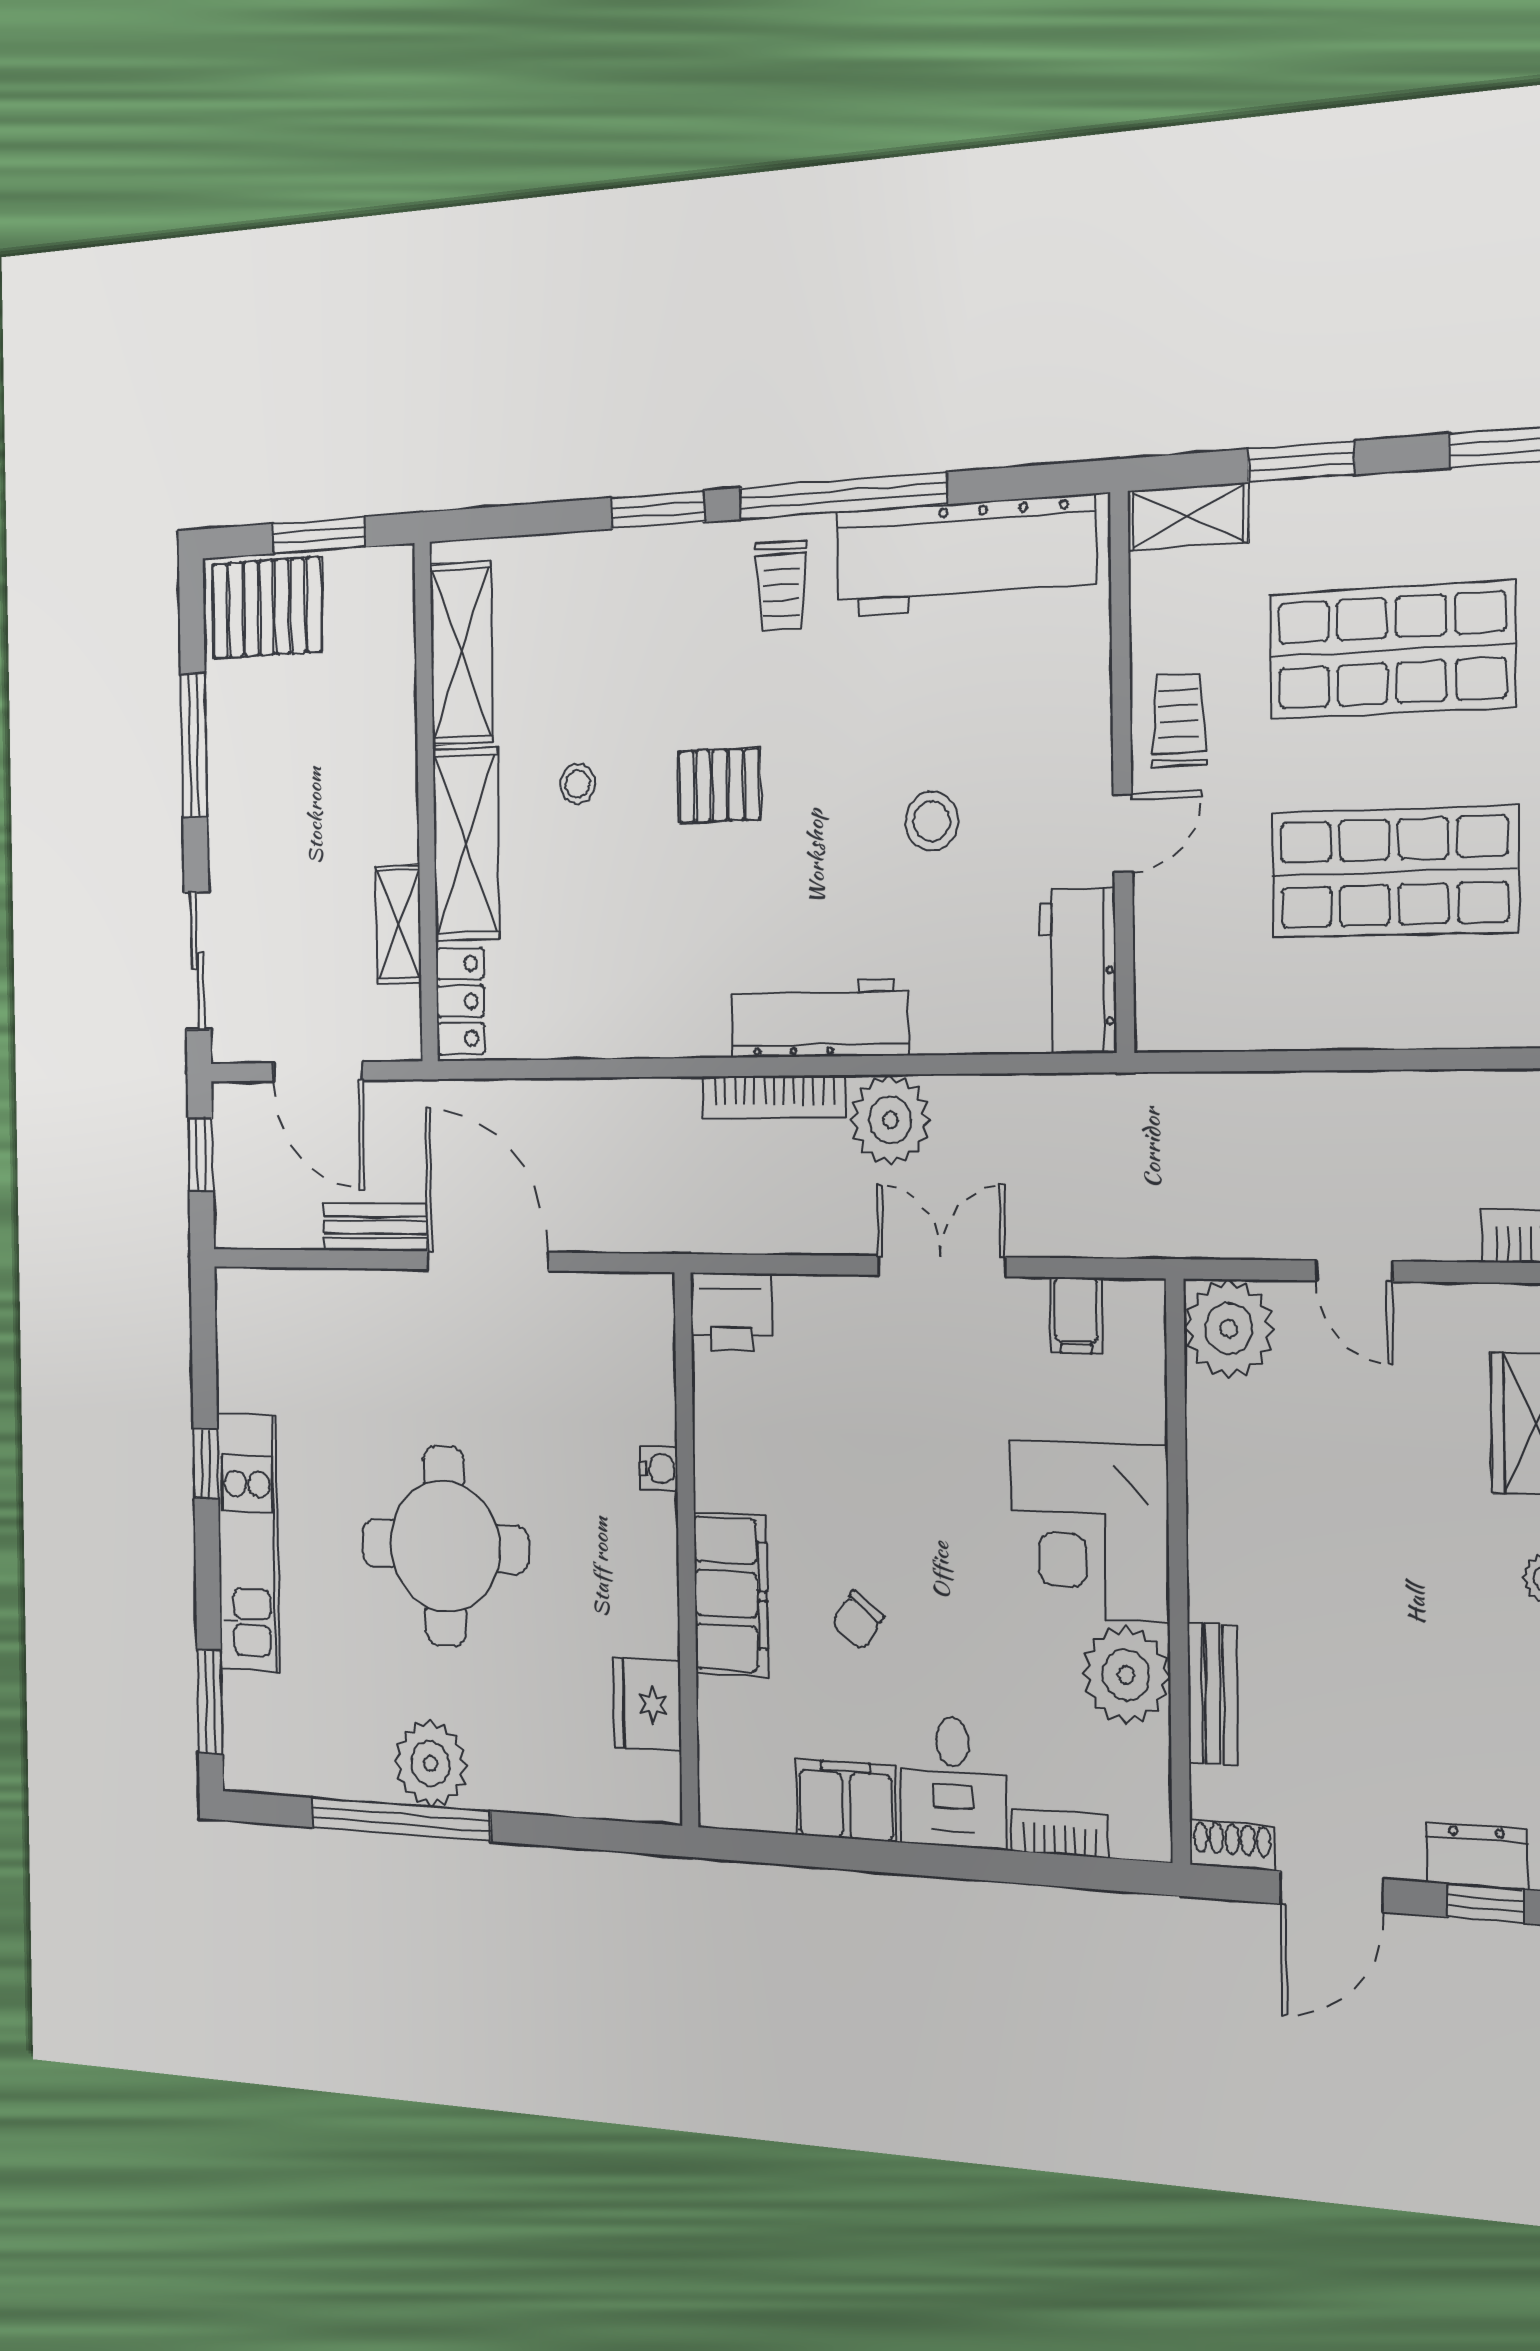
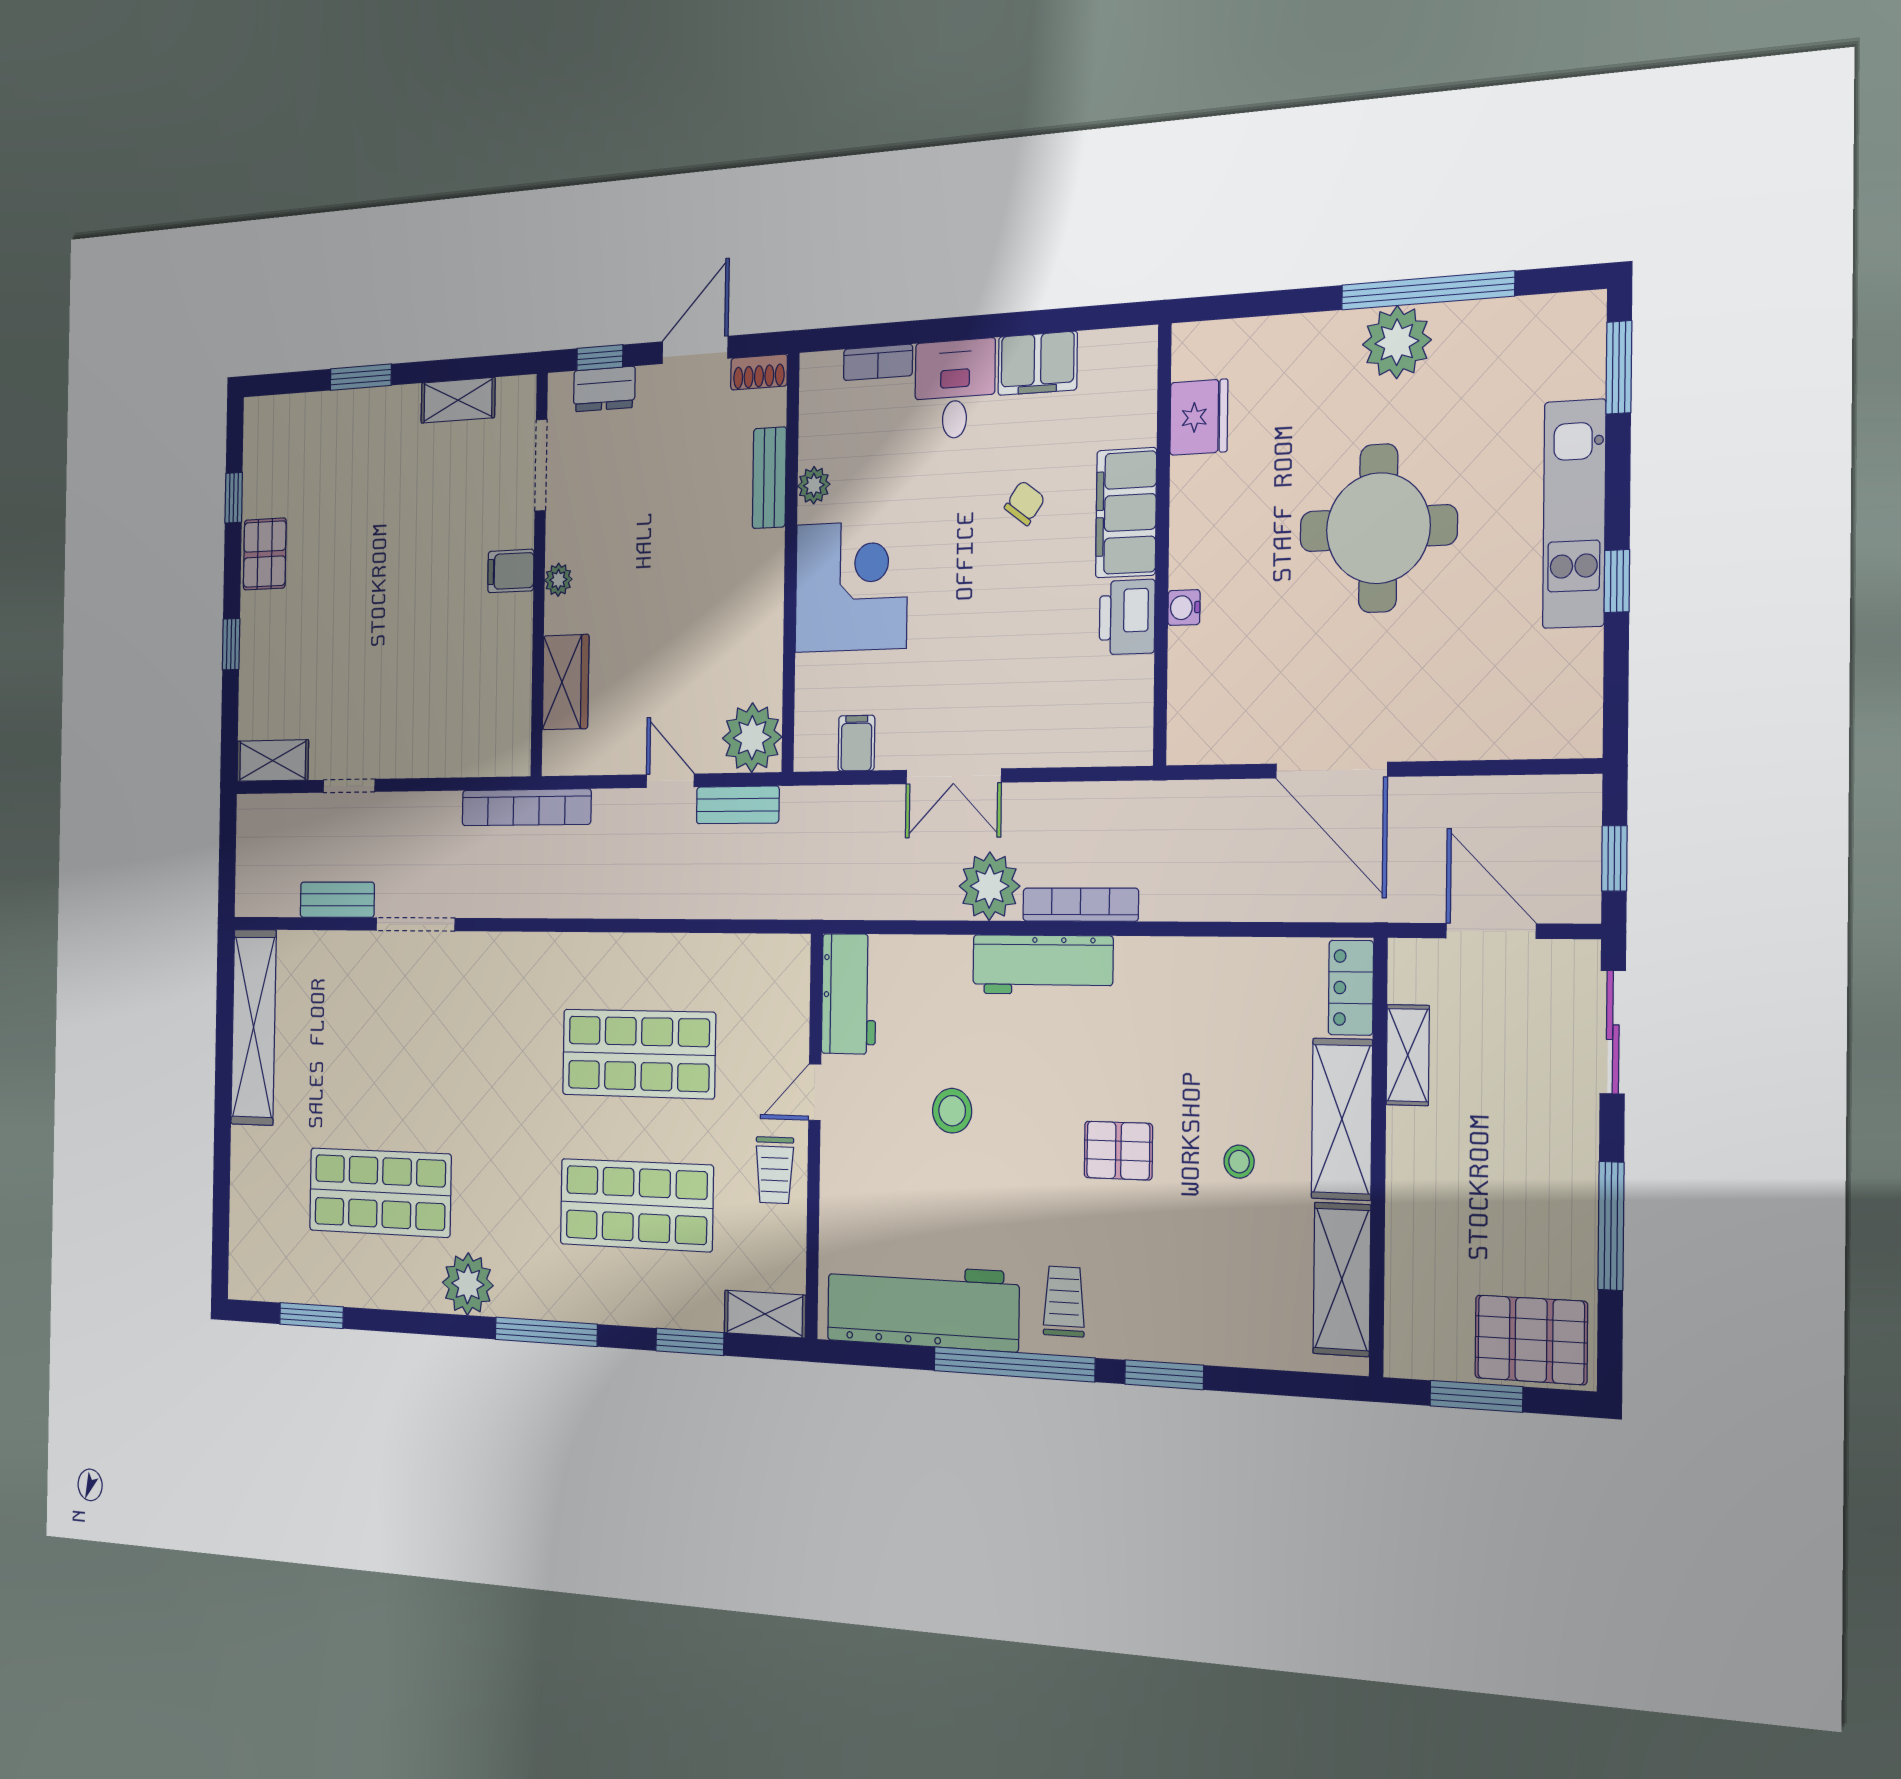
bench: (375, 1227) -> (738, 805), moved
printer: (731, 1312) -> (1127, 617), moved, turned -90
plant: (1126, 1675) -> (814, 485), width x0.53, depth x0.53

